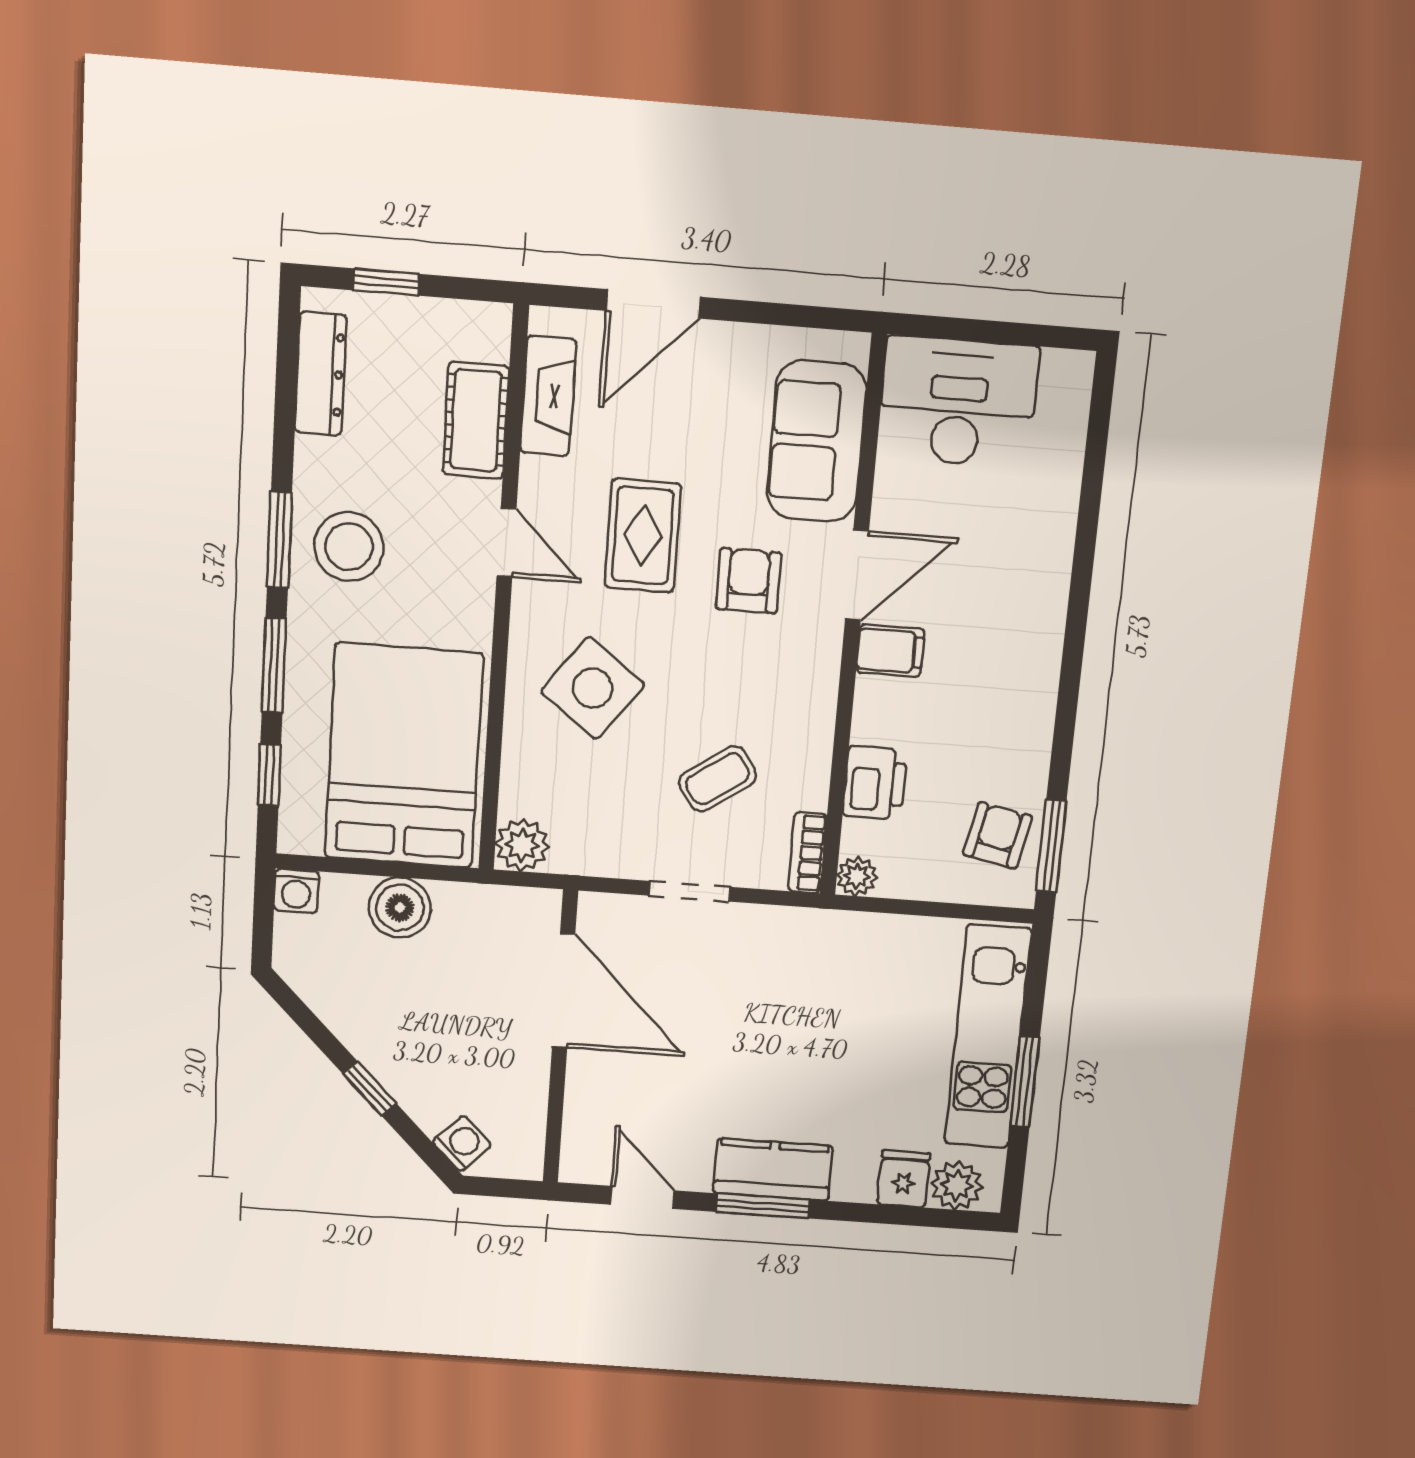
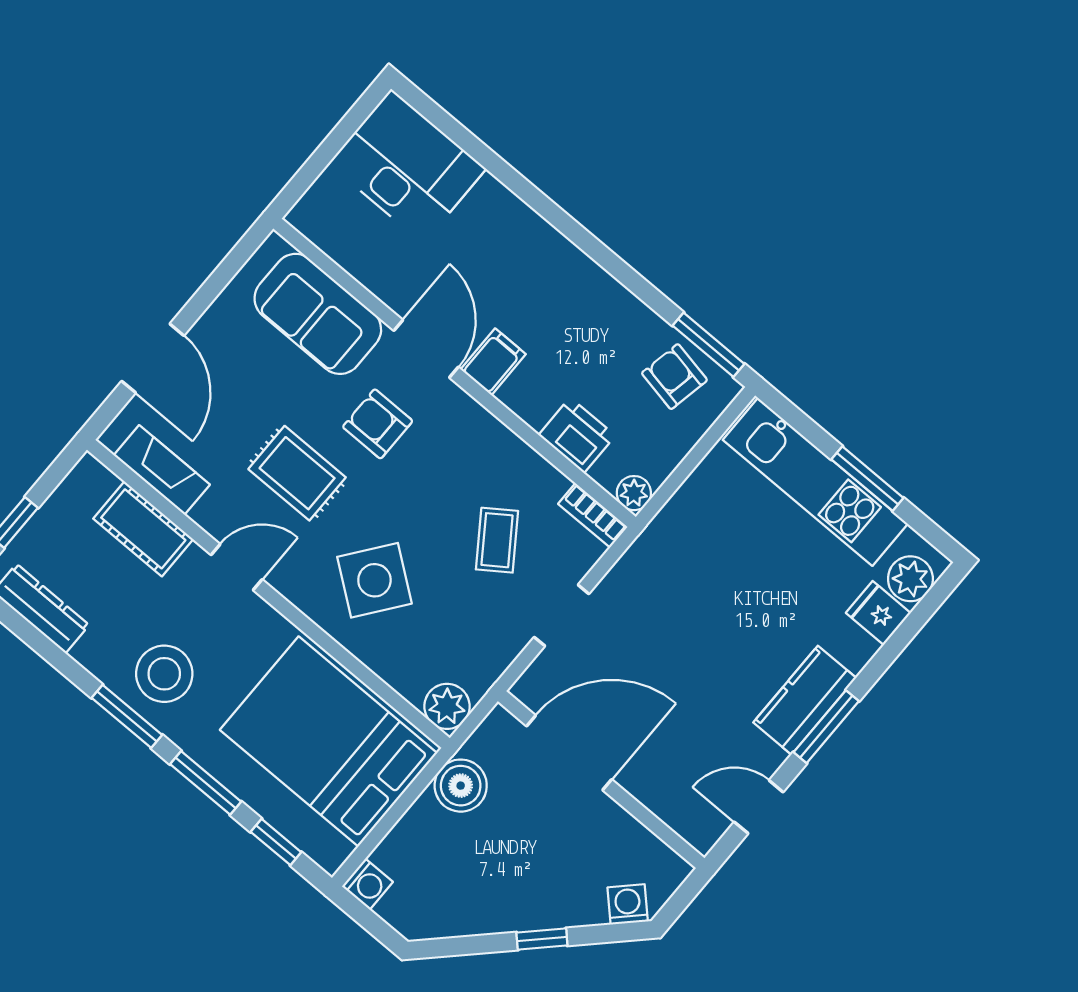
desk: (958, 402) -> (407, 166), moved, turned 90
boiler: (400, 908) -> (461, 786), moved

